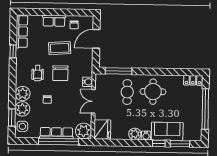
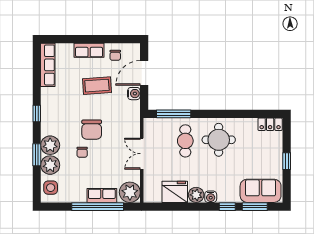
window: (13, 51) -> (37, 113), moved
wheelchair: (38, 73) -> (69, 118), removed
chair: (60, 73) -> (92, 130), moved
water cooler: (88, 82) -> (134, 94), moved
window: (205, 109) -> (287, 161), width x0.32
window: (12, 117) -> (37, 155), moved
fridge: (102, 130) -> (175, 192), moved, turned -90
sofa: (167, 131) -> (261, 191), moved
row of seats: (56, 133) -> (102, 196), width x0.68

